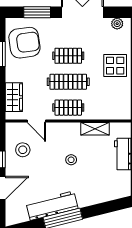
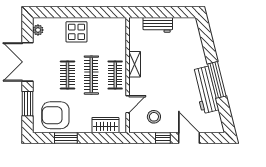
armchair: (24, 43) -> (55, 115), turned -82
shelving: (95, 129) -> (135, 64), moved
stool: (71, 160) -> (163, 72), removed

